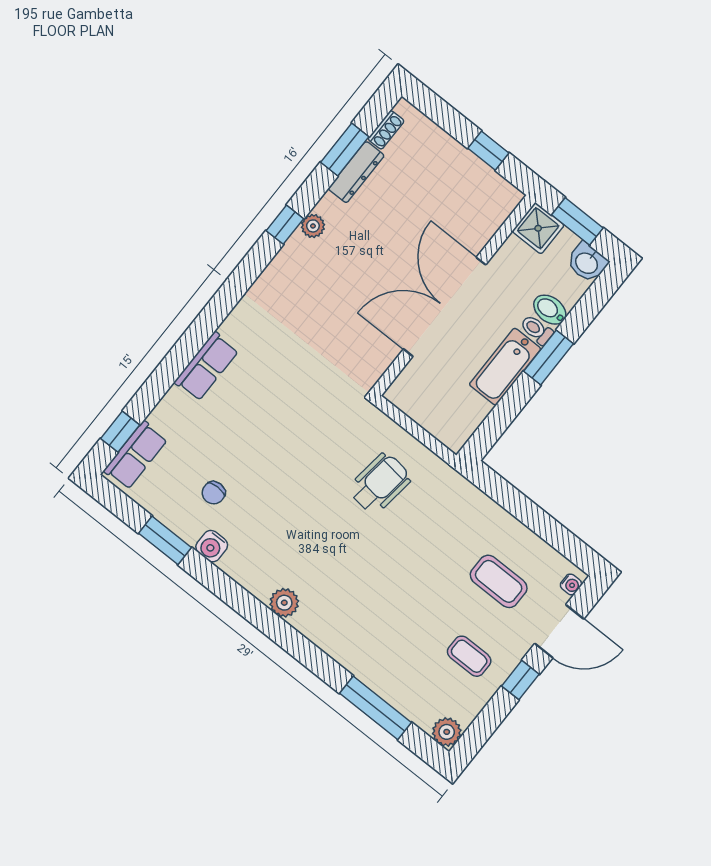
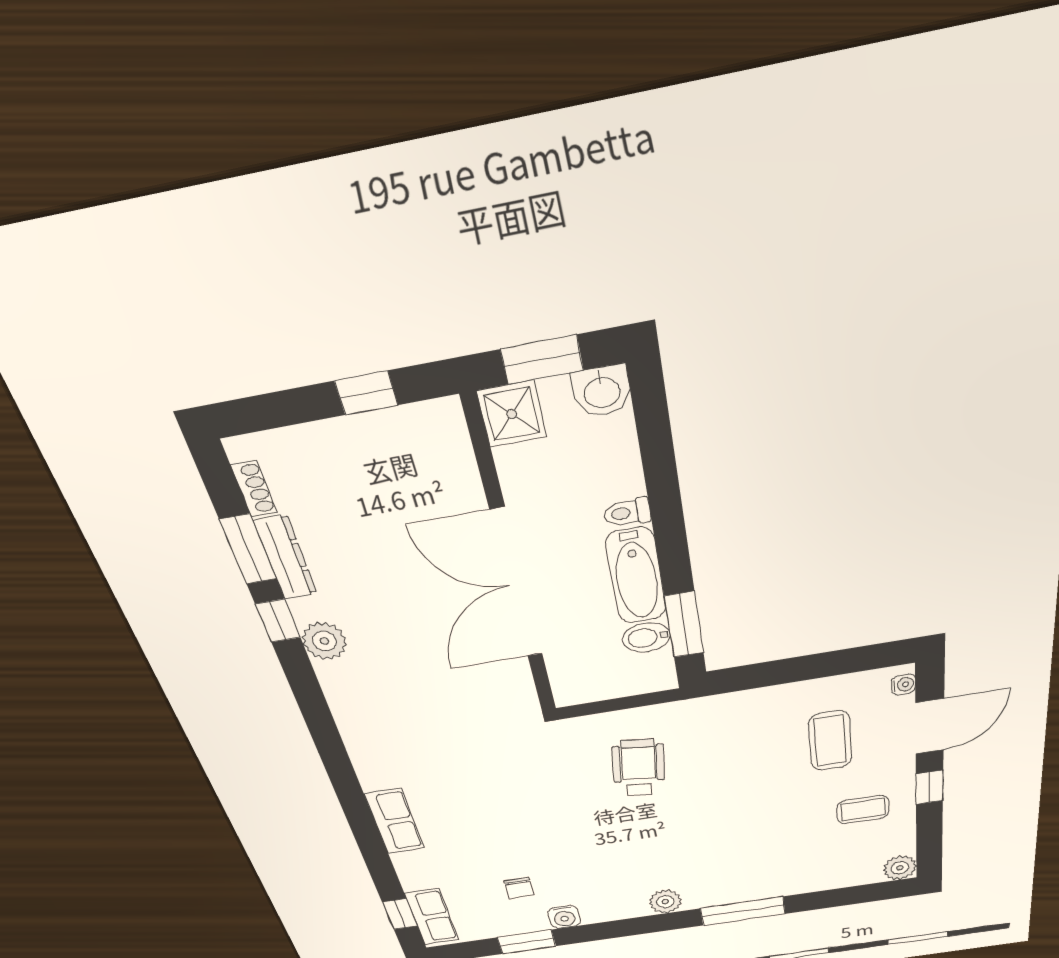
window: (285, 225) -> (278, 621), moved
plant: (313, 226) -> (324, 641), width x1.38, depth x1.38
bidet: (550, 310) -> (646, 637), moved
window: (548, 357) -> (684, 625), moved
coffee table: (499, 581) -> (830, 741), turned 90
window: (376, 708) -> (743, 911), moved

